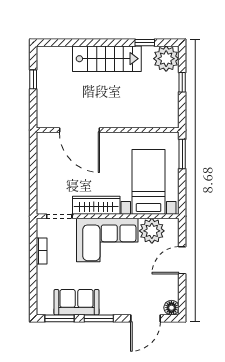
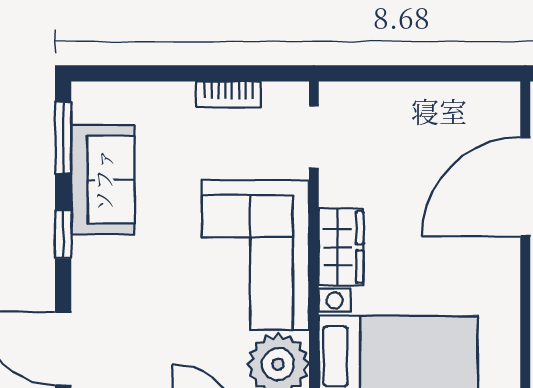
wardrobe: (96, 205) -> (341, 247), width x0.67
window: (99, 318) -> (63, 234), width x0.67

